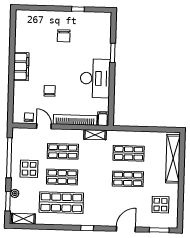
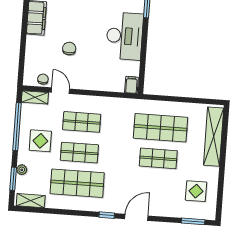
bookcase: (75, 120) -> (98, 85), removed
shelving: (95, 135) -> (35, 97), moved
shop shelf: (129, 153) -> (161, 128), width x1.43, depth x1.36
door: (126, 229) -> (136, 217), moved

